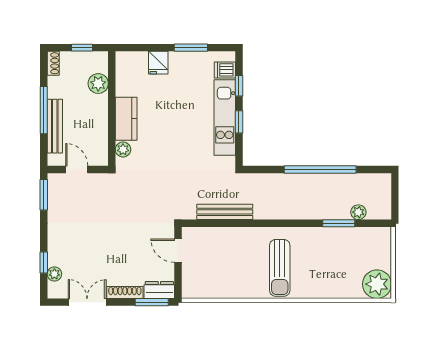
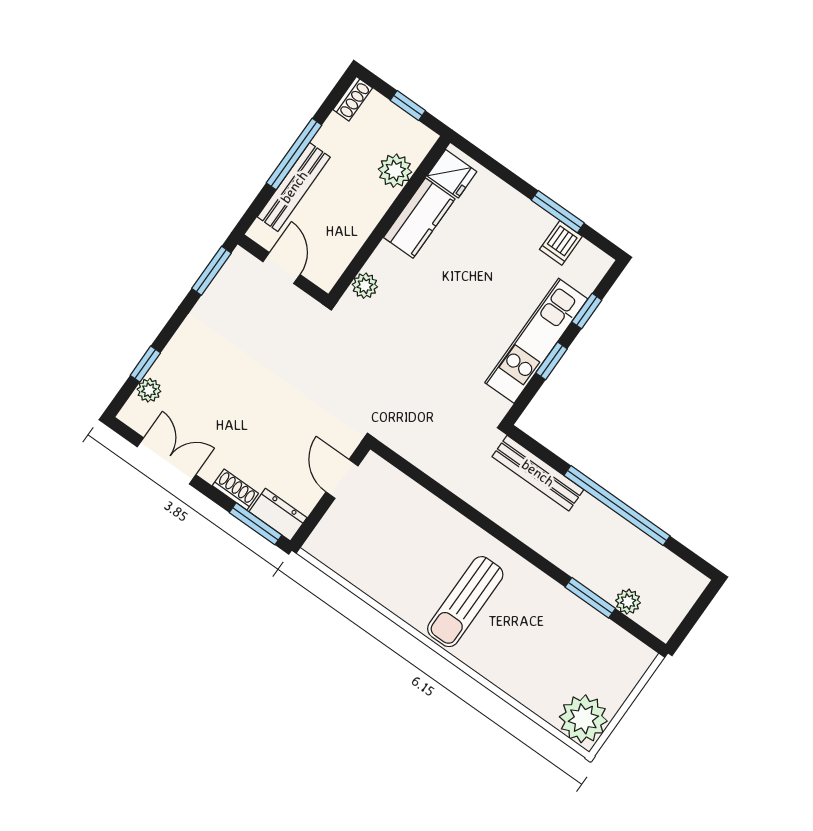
fridge: (158, 63) -> (452, 174), moved, turned -90
dishwasher: (225, 70) -> (561, 243), moved, turned -90
kitchen counter: (126, 119) -> (419, 218), moved
bench: (225, 212) -> (538, 473), moved
shoe rack: (125, 292) -> (235, 490), width x0.70

